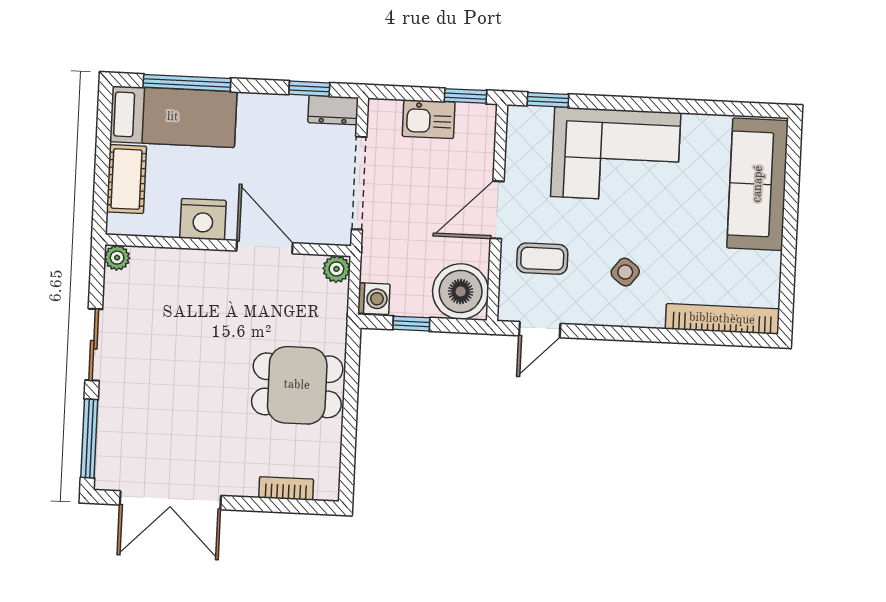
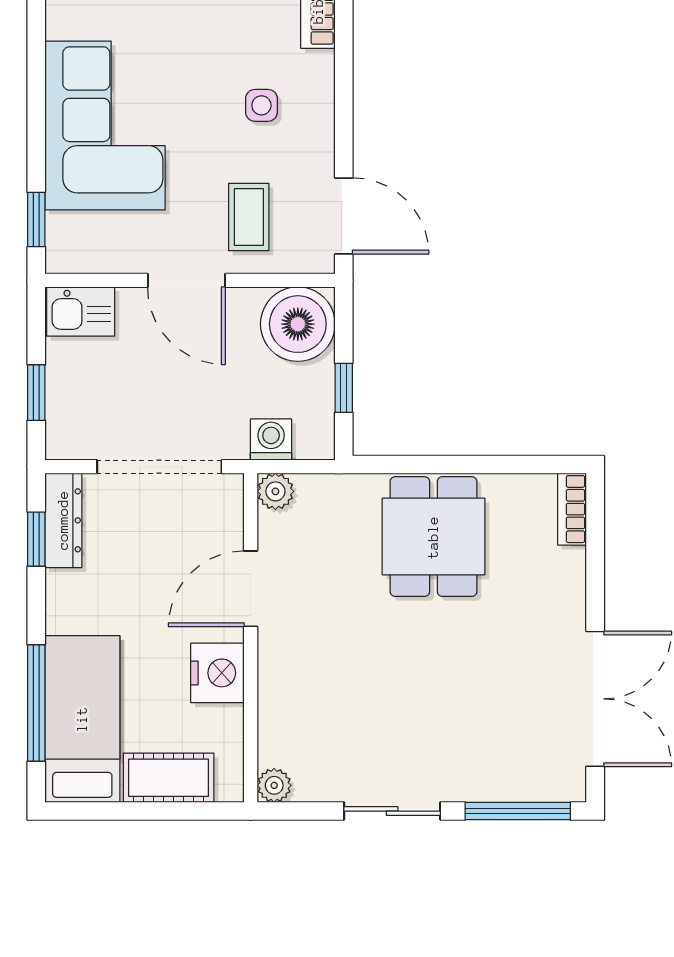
window: (465, 96) -> (36, 393), moved
dresser: (333, 110) -> (63, 520), width x1.44
kitchen sink: (429, 119) -> (81, 311), moved, turned 90
side table: (625, 272) -> (261, 105), turned -37
washing machine: (374, 299) -> (271, 440), moved
door: (540, 330) -> (344, 216), width x1.38
bookcase: (286, 488) -> (572, 509), moved

